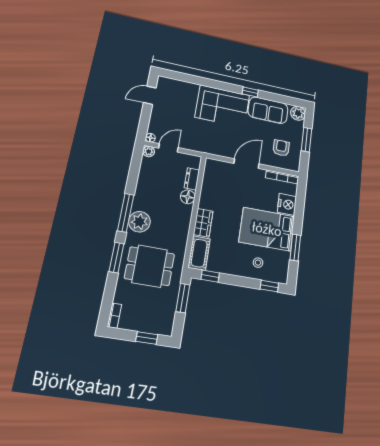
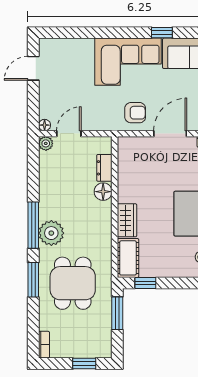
armchair: (222, 143) -> (135, 113), added
dining table: (150, 266) -> (73, 283), turned 90

